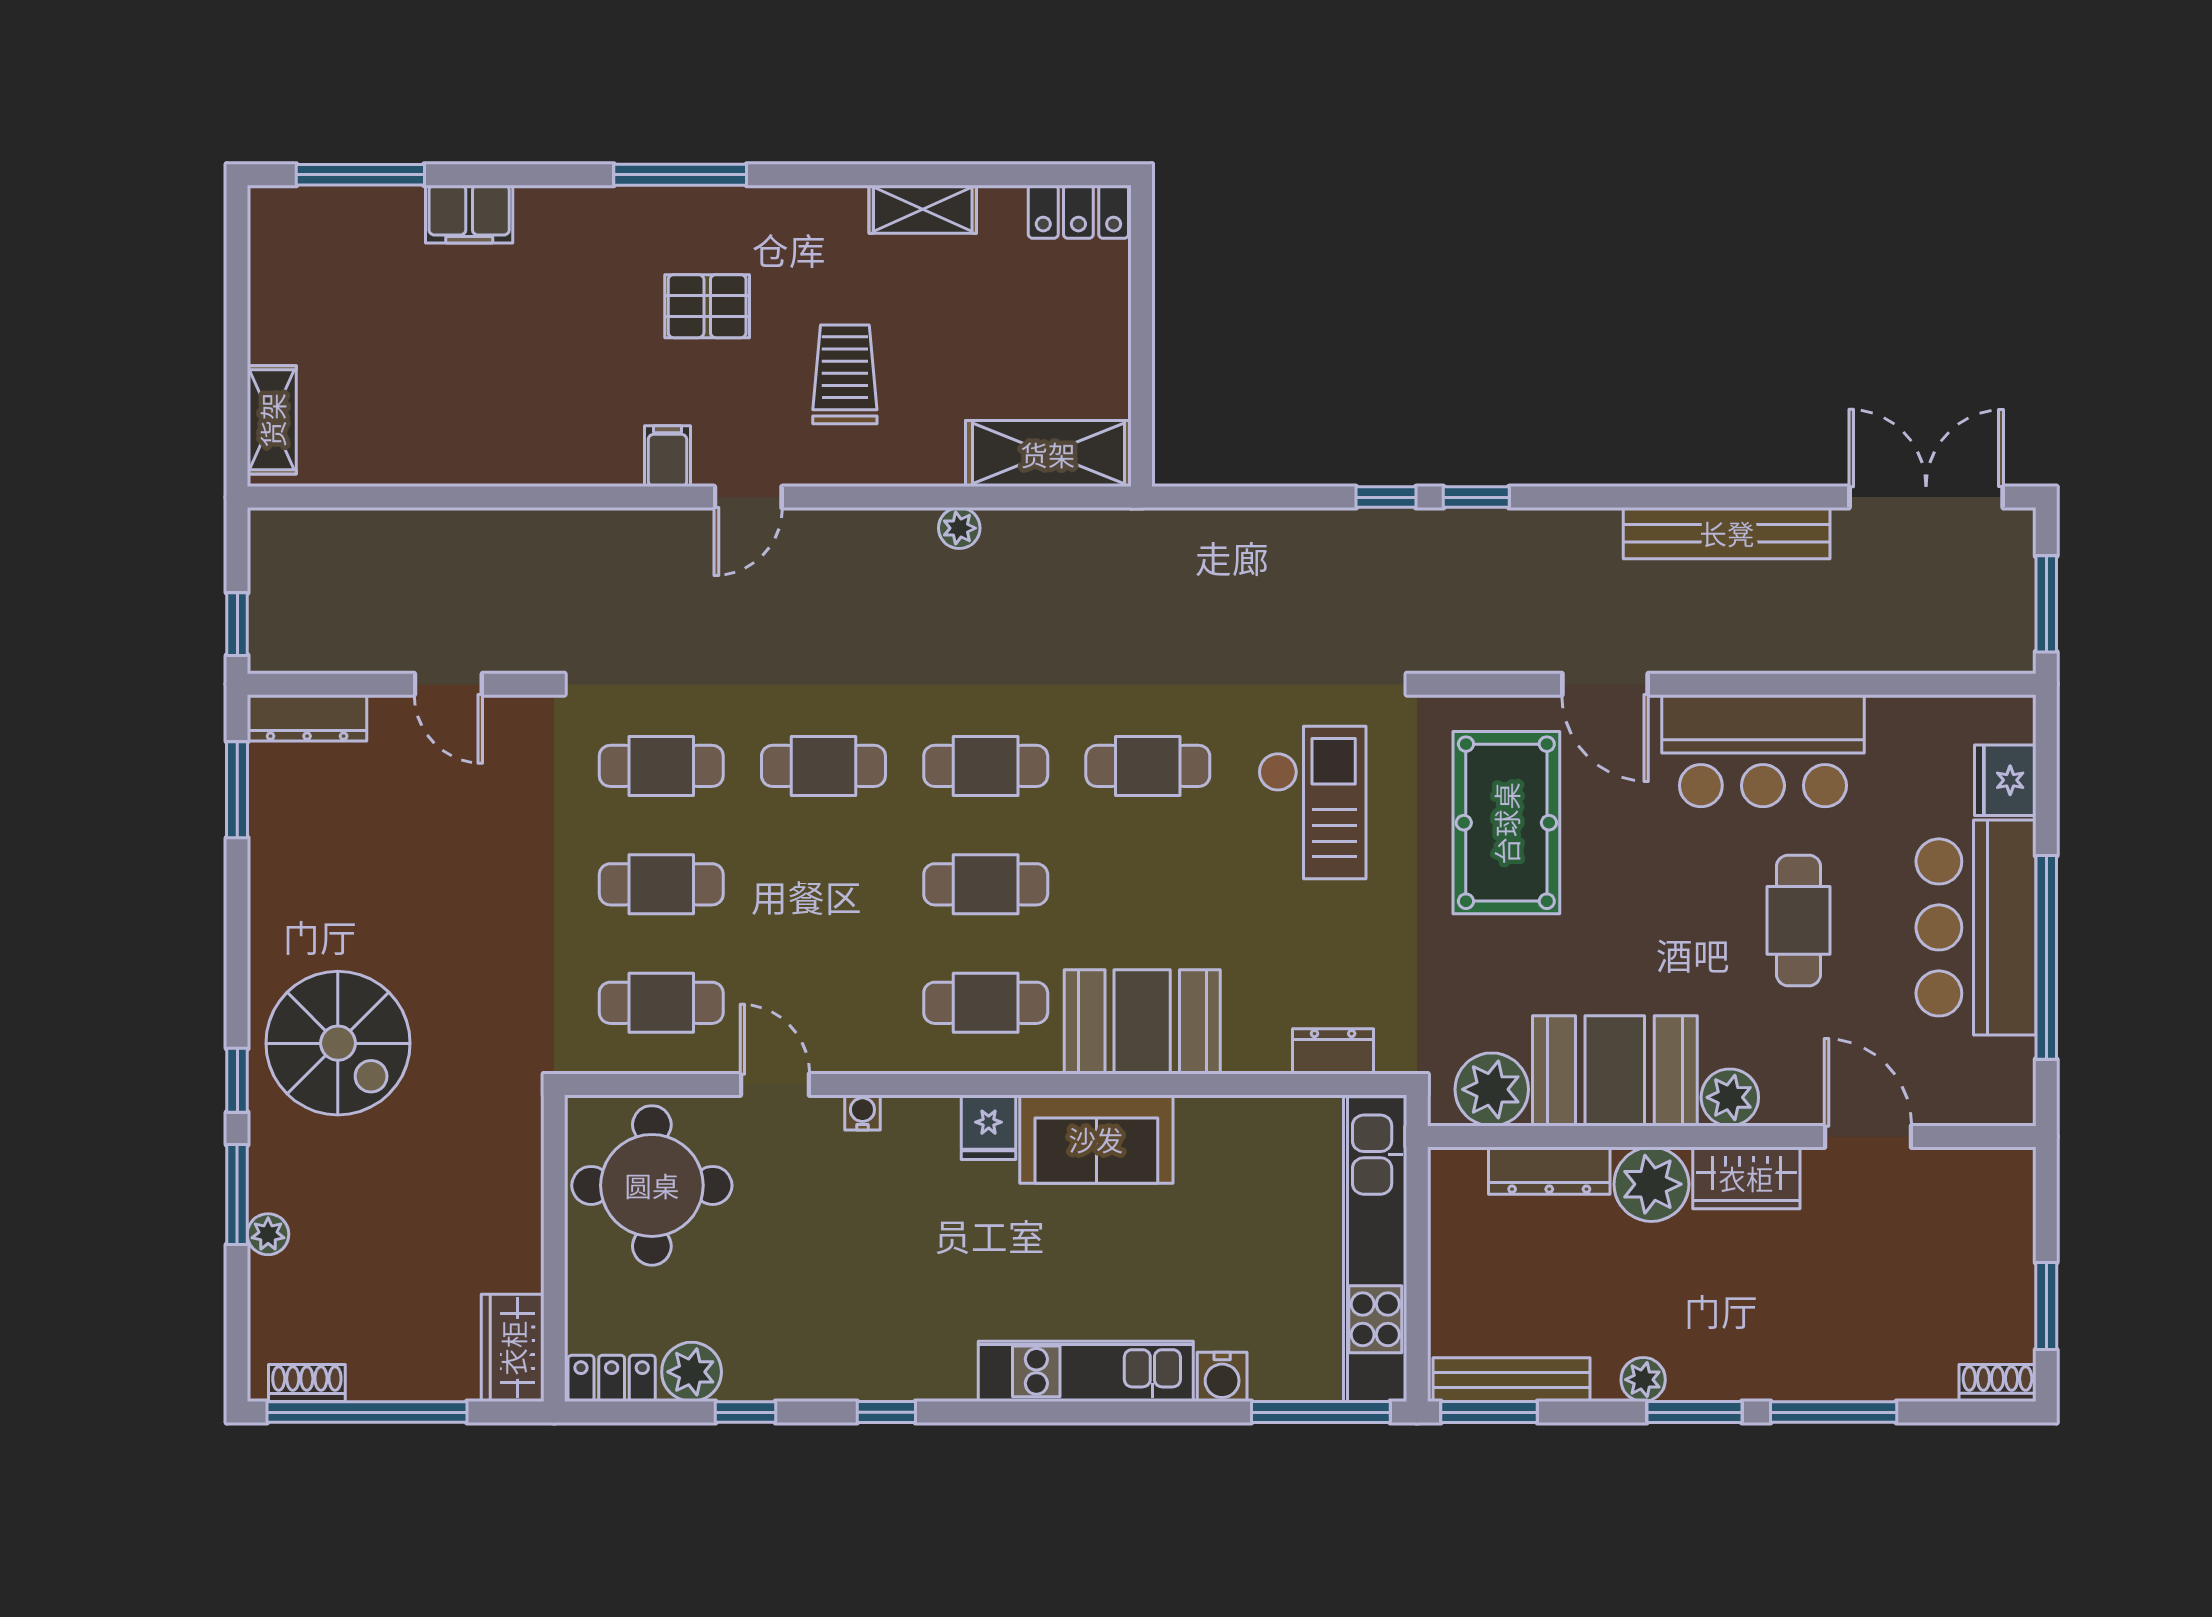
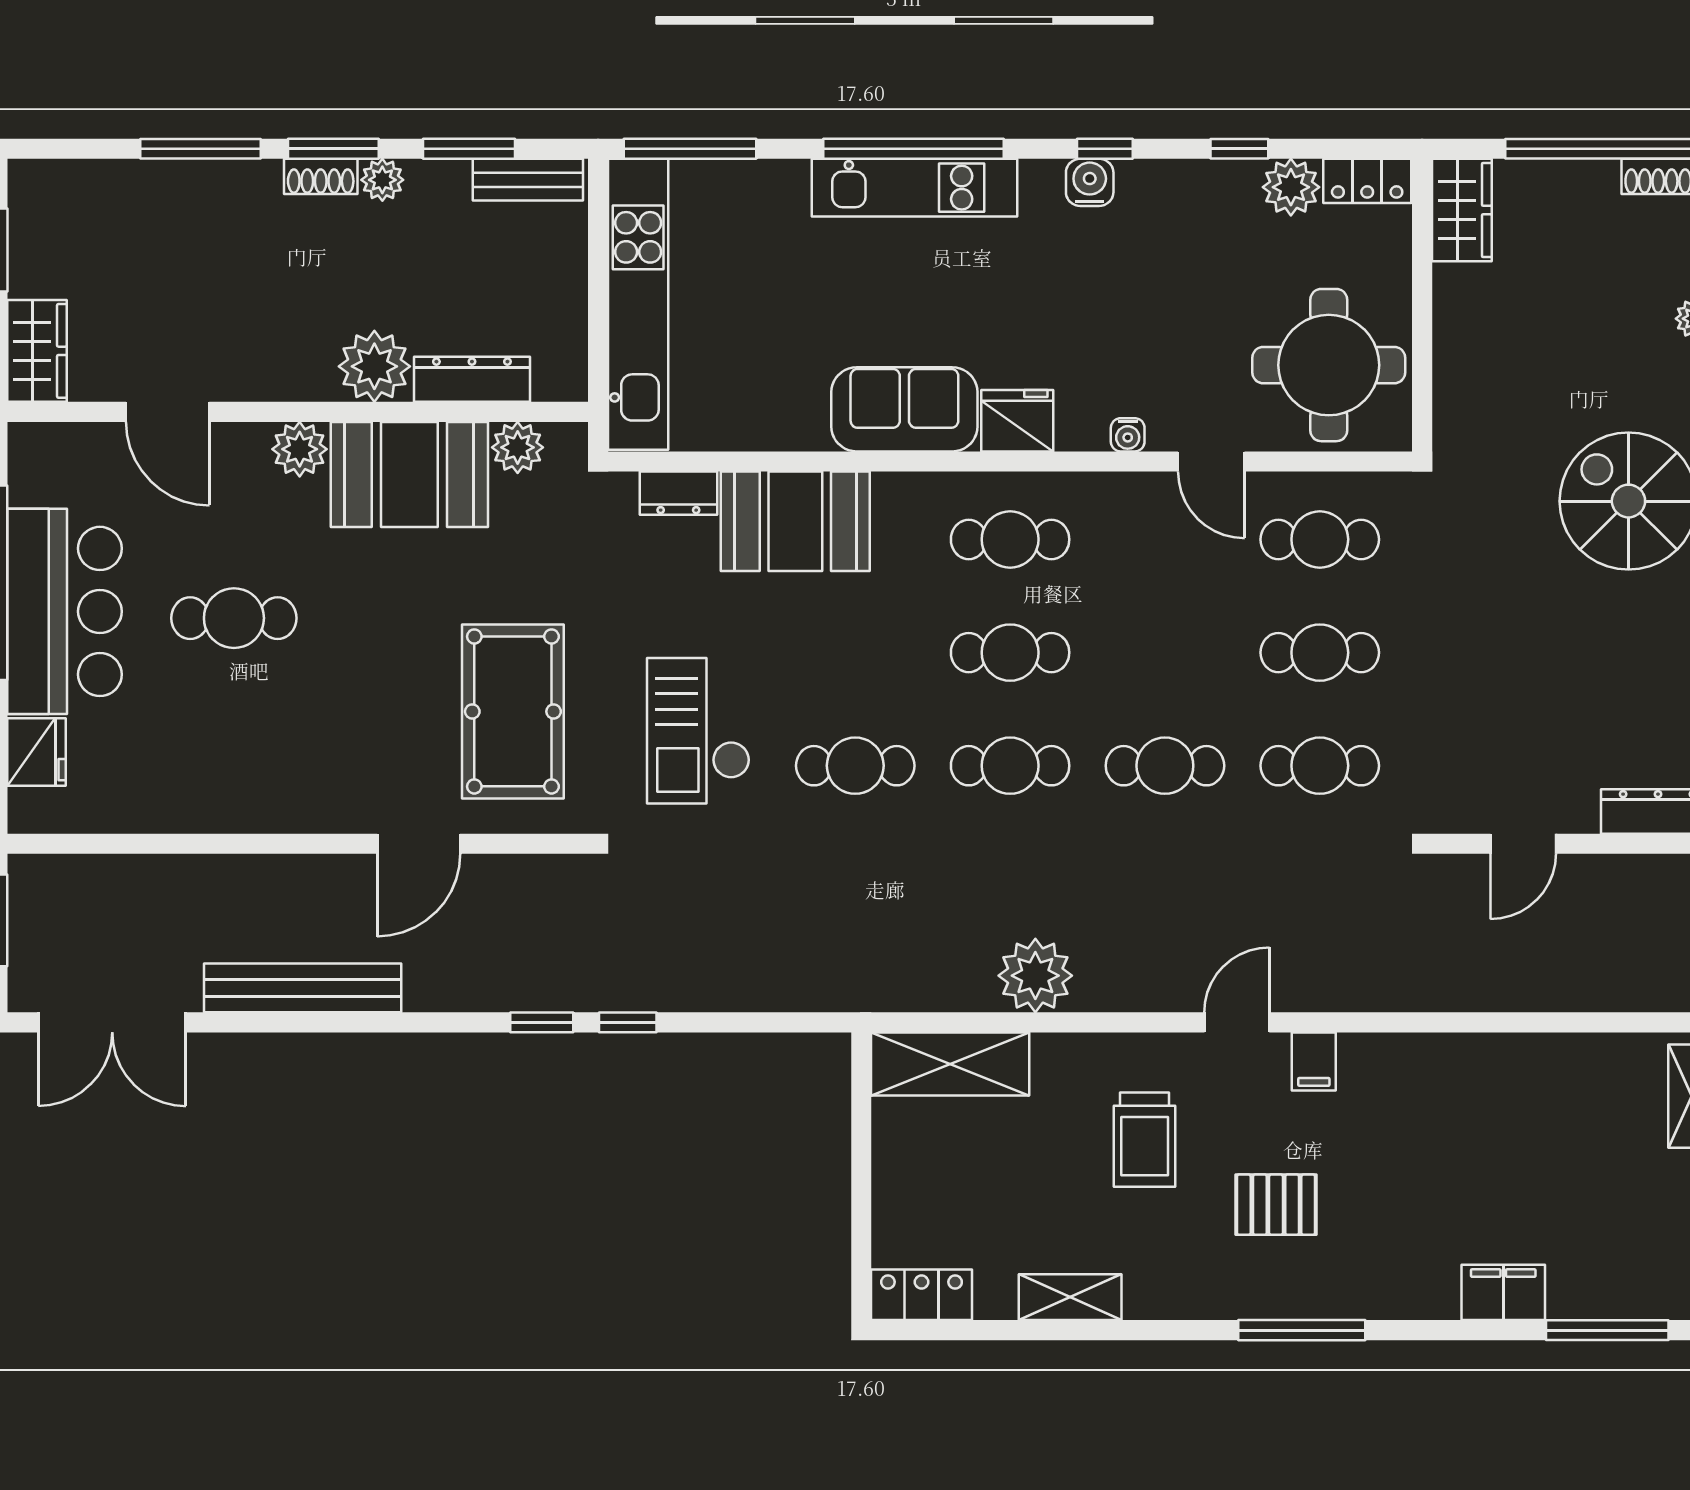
plant: (959, 528) -> (1035, 976), width x1.87, depth x1.87
door: (448, 684) -> (1523, 844), swing flipped
door: (1605, 684) -> (419, 844), swing flipped
bar counter: (1763, 751) -> (268, 780), removed
cafe table: (1799, 920) -> (234, 618), turned 90
booth: (1142, 1022) -> (795, 521), moved
plant: (1492, 1089) -> (518, 447), width x0.73, depth x0.73
fridge: (989, 1127) -> (1017, 421), width x1.38
wardrobe: (1746, 1178) -> (37, 351), moved, turned 90
water cooler: (1222, 1377) -> (1090, 182), moved
bench: (1512, 1380) -> (528, 180), width x0.73
shoe rack: (1997, 1383) -> (321, 176), moved
window: (1087, 1412) -> (913, 149), added
window: (1489, 1412) -> (469, 149), moved

